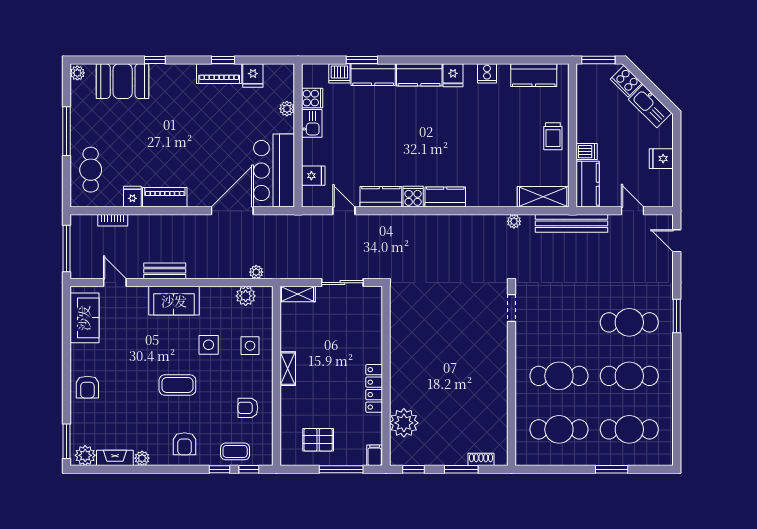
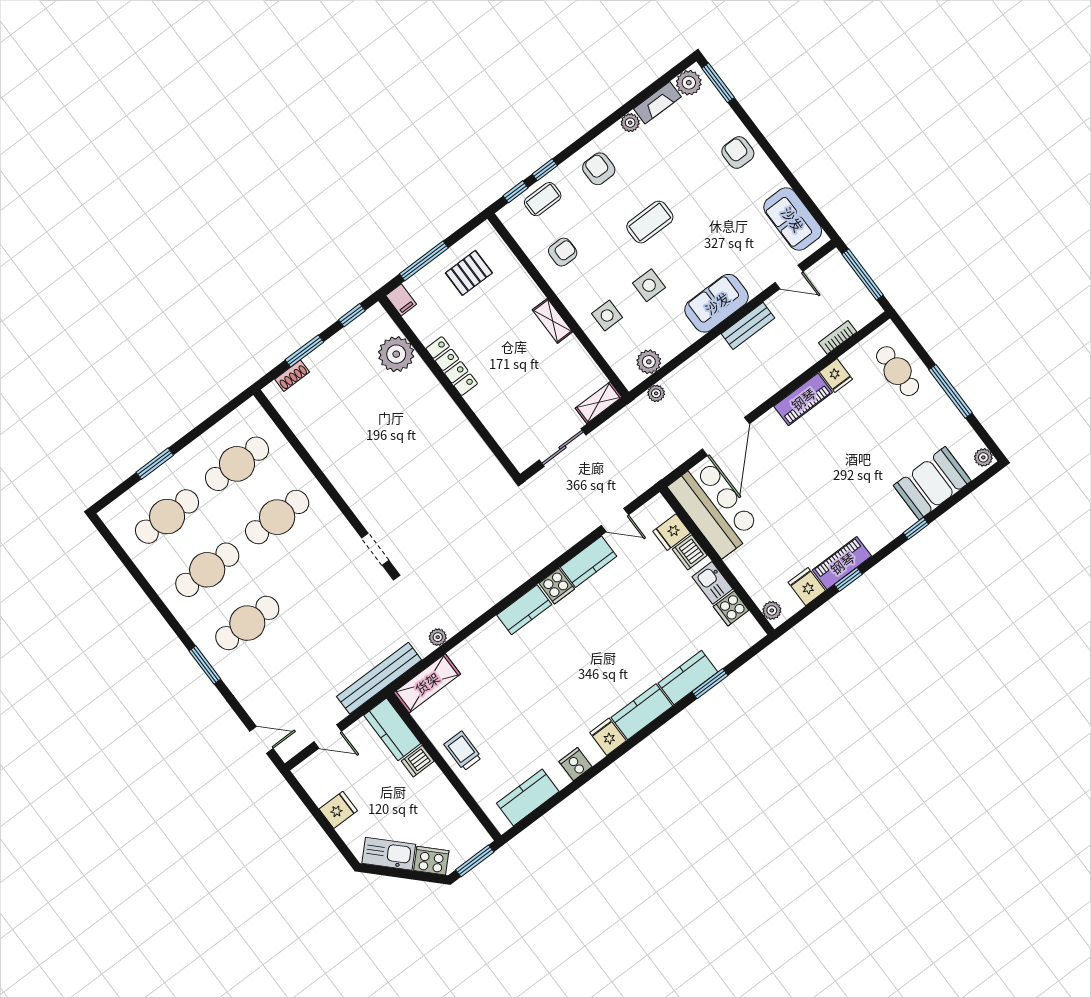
dishwasher: (339, 73) -> (690, 552), moved, turned -90
plant: (287, 109) -> (772, 610), moved

